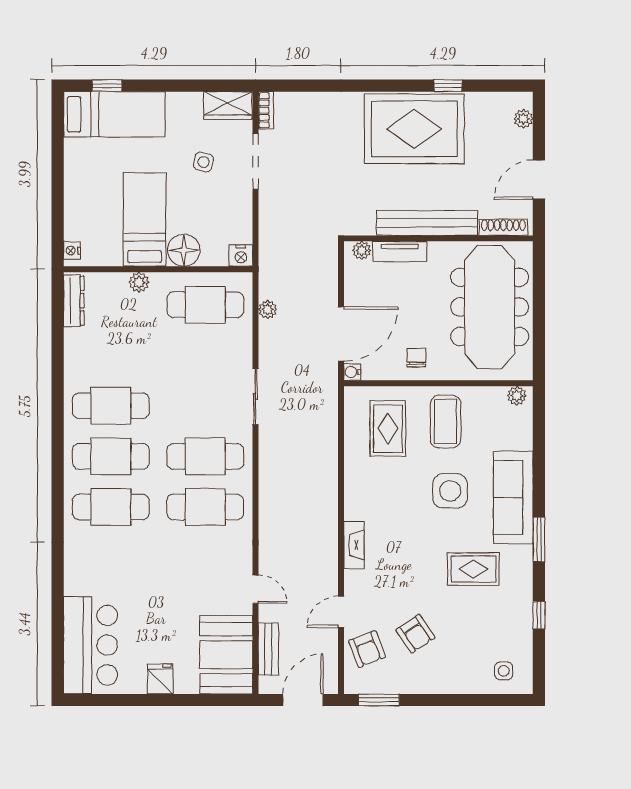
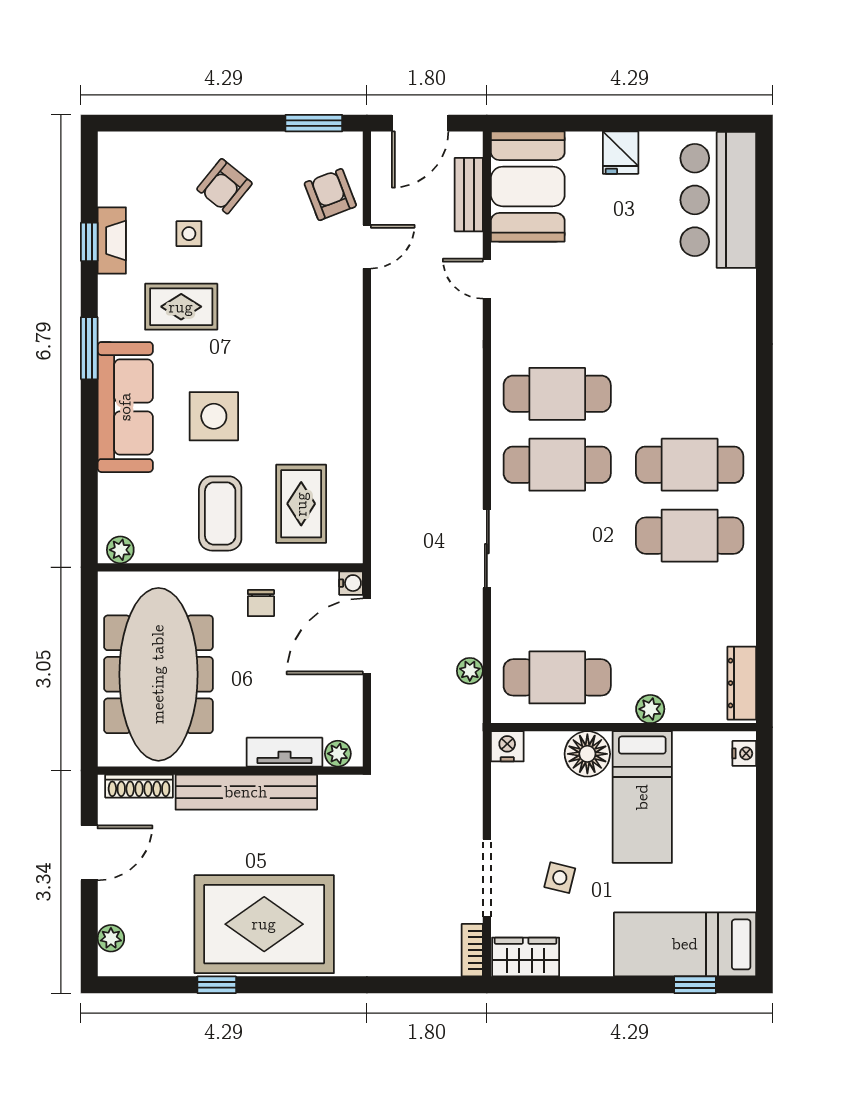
cafe table: (111, 507) -> (690, 394), removed
fireplace: (354, 545) -> (112, 241), moved, turned 180
armchair: (415, 634) -> (224, 186), moved, turned -107
side table: (504, 671) -> (189, 234), moved

